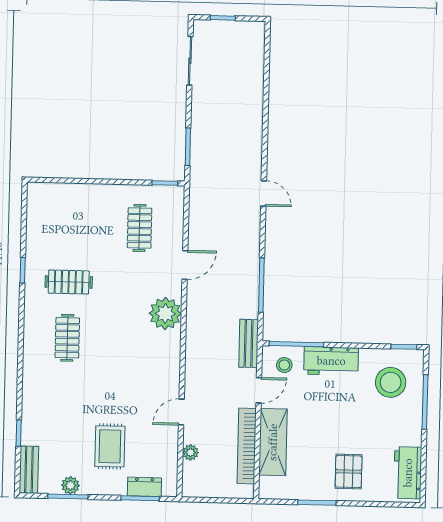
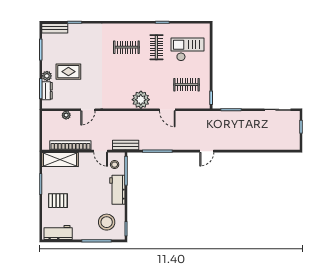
checkout: (74, 225) -> (188, 49), added
door: (181, 412) -> (88, 110), swing flipped
shelving: (273, 442) -> (60, 159), moved
plant: (70, 485) -> (47, 76), moved

